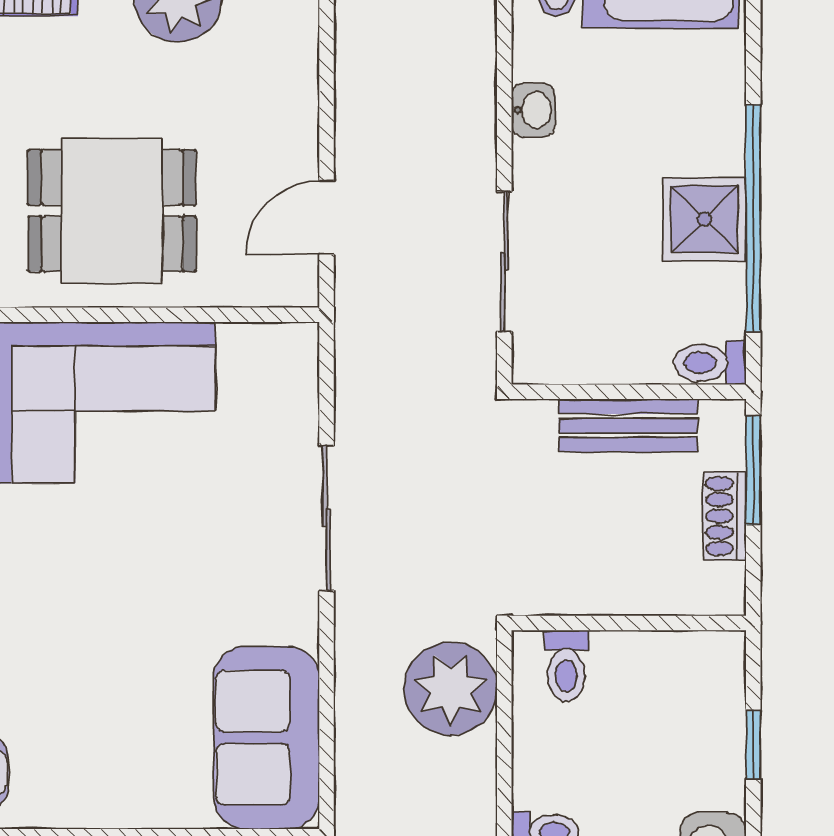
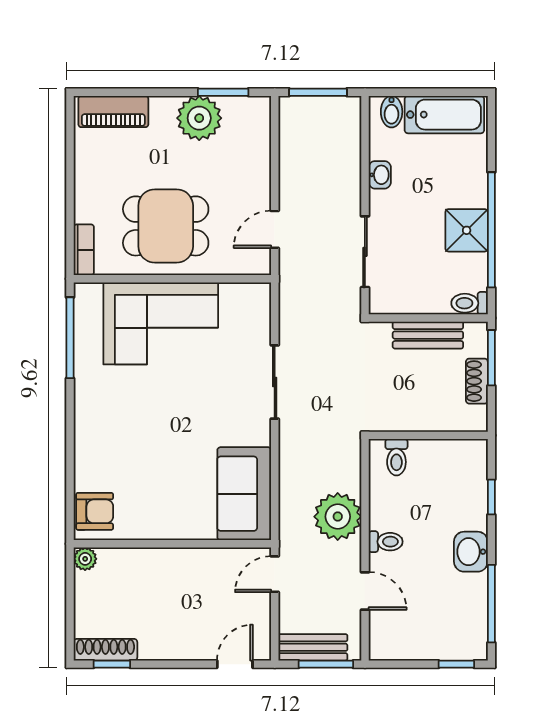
plant: (451, 689) -> (338, 517), moved

